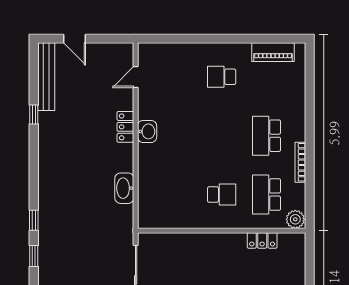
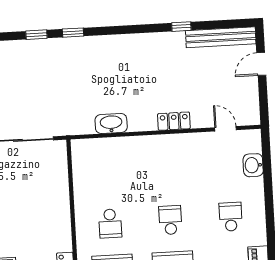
washbasin: (147, 131) -> (253, 165), moved, turned 90
school desk: (222, 136) -> (170, 220), added

